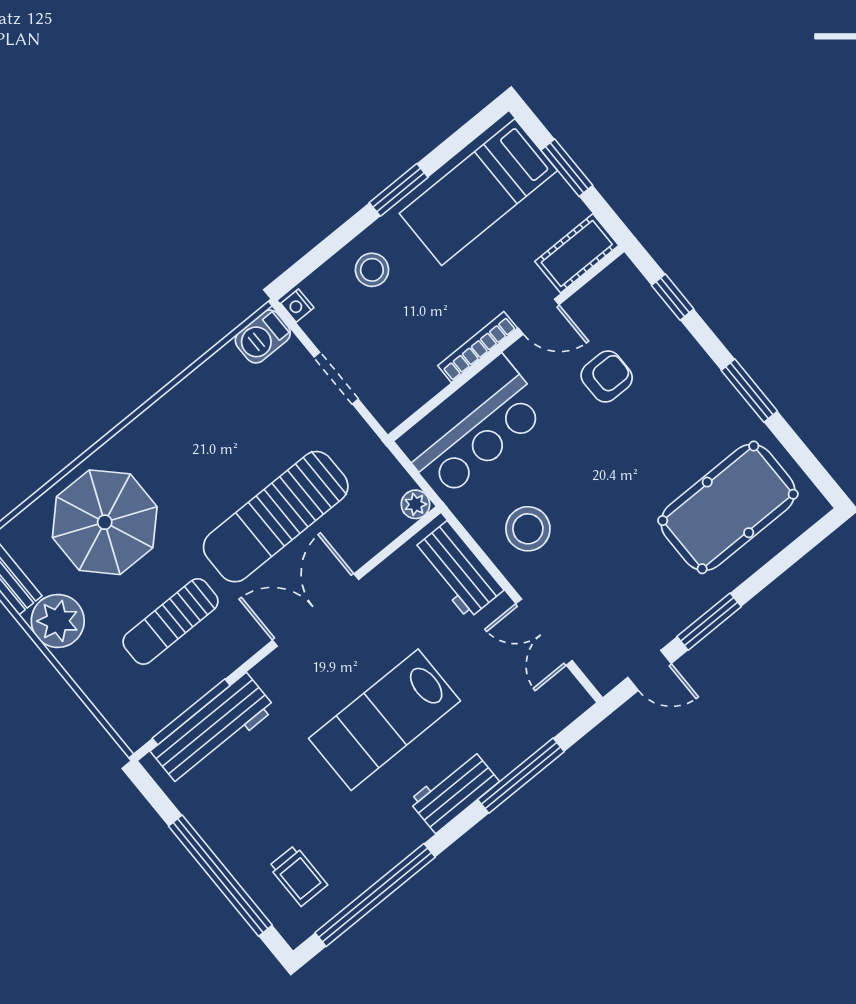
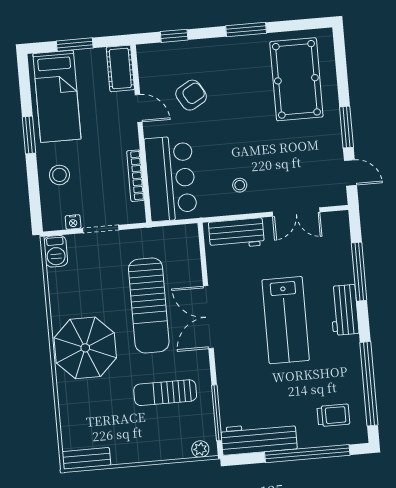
nightstand: (297, 306) -> (73, 222), moved
door: (539, 317) -> (139, 108), hinge flipped
bookcase: (478, 347) -> (135, 176), moved
armchair: (607, 376) -> (191, 95), turned 60
plant: (415, 504) -> (190, 232), removed
parasol: (105, 522) -> (85, 348), moved
stool: (528, 529) -> (240, 185), width x0.53, depth x0.53
plant: (58, 621) -> (200, 449), moved, width x0.53, depth x0.53
sun lounger: (171, 622) -> (165, 393), turned 90
door: (649, 670) -> (350, 173), hinge flipped
workbench: (213, 730) -> (259, 438), moved, turned -90

